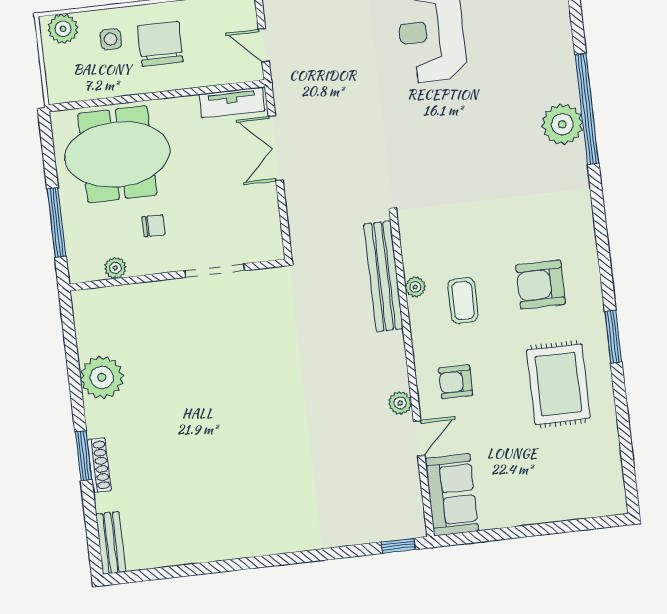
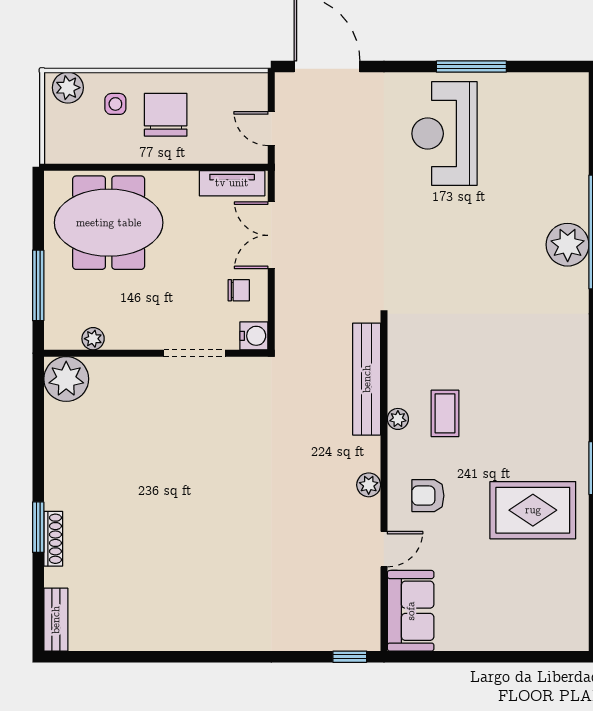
chair: (153, 226) -> (239, 290), moved
water cooler: (270, 247) -> (254, 336), added
armchair: (541, 285) -> (526, 406), removed
plant: (415, 287) -> (398, 419), moved
plant: (102, 377) -> (66, 379), moved
rug: (558, 384) -> (533, 510), turned 90
plant: (400, 403) -> (369, 485), moved

